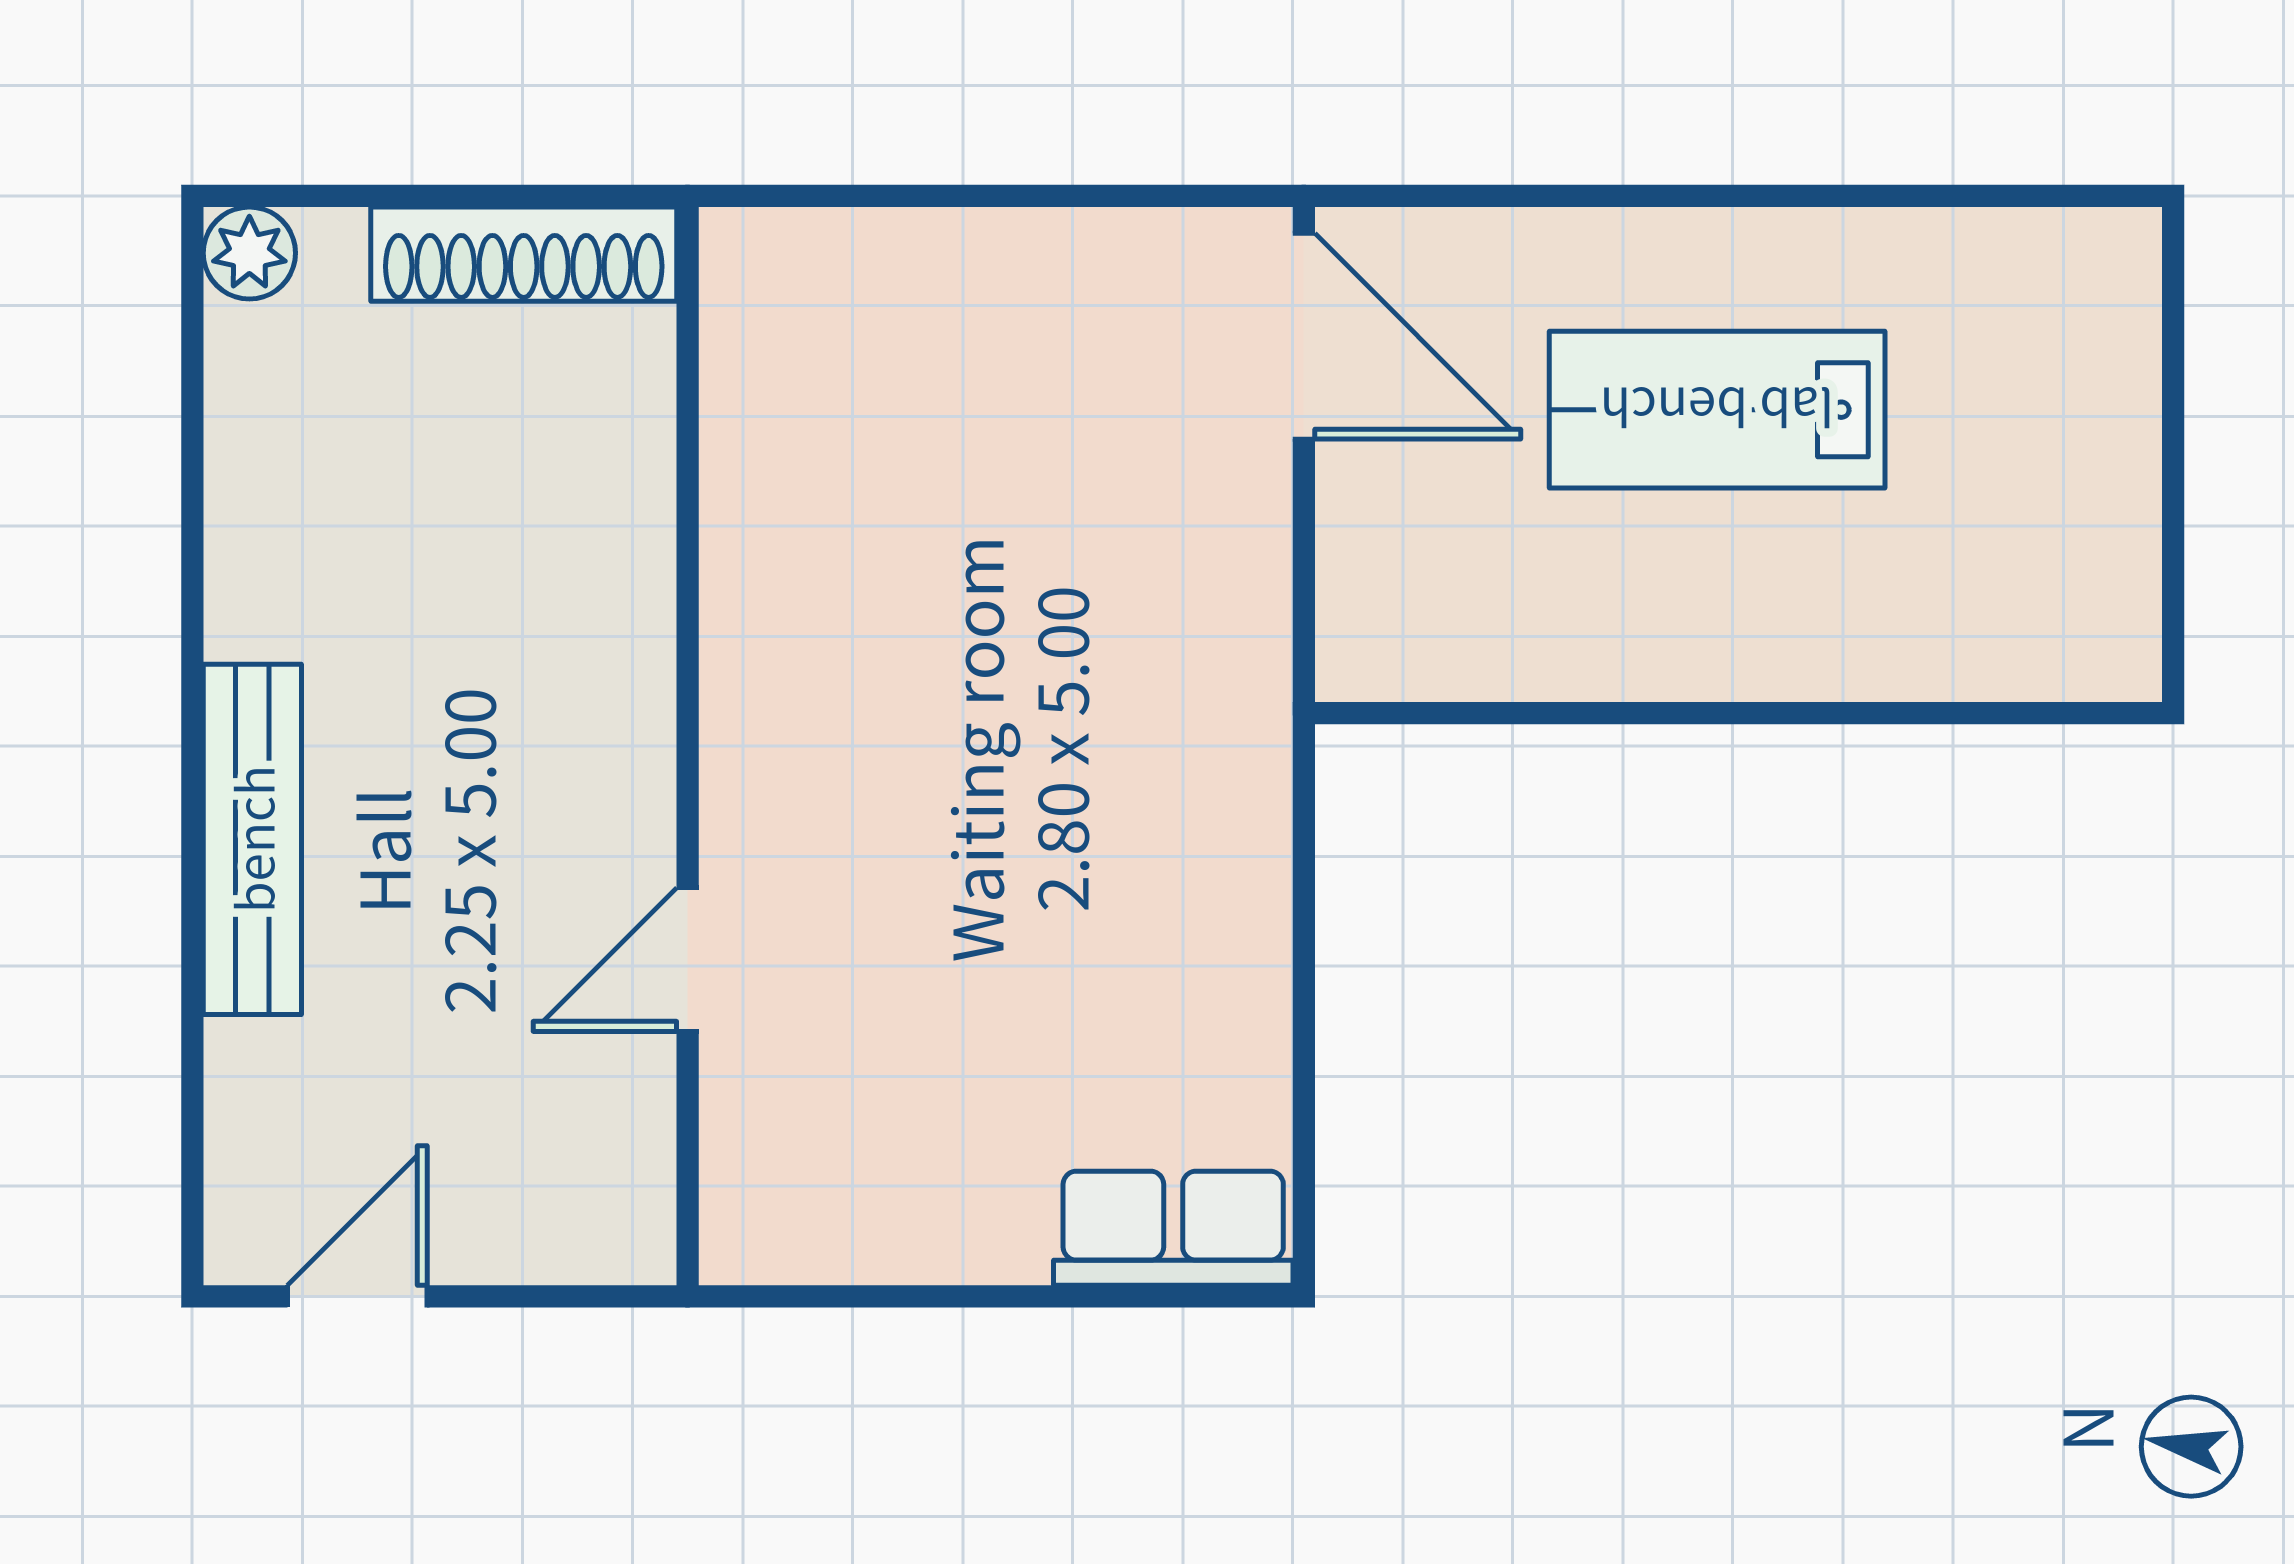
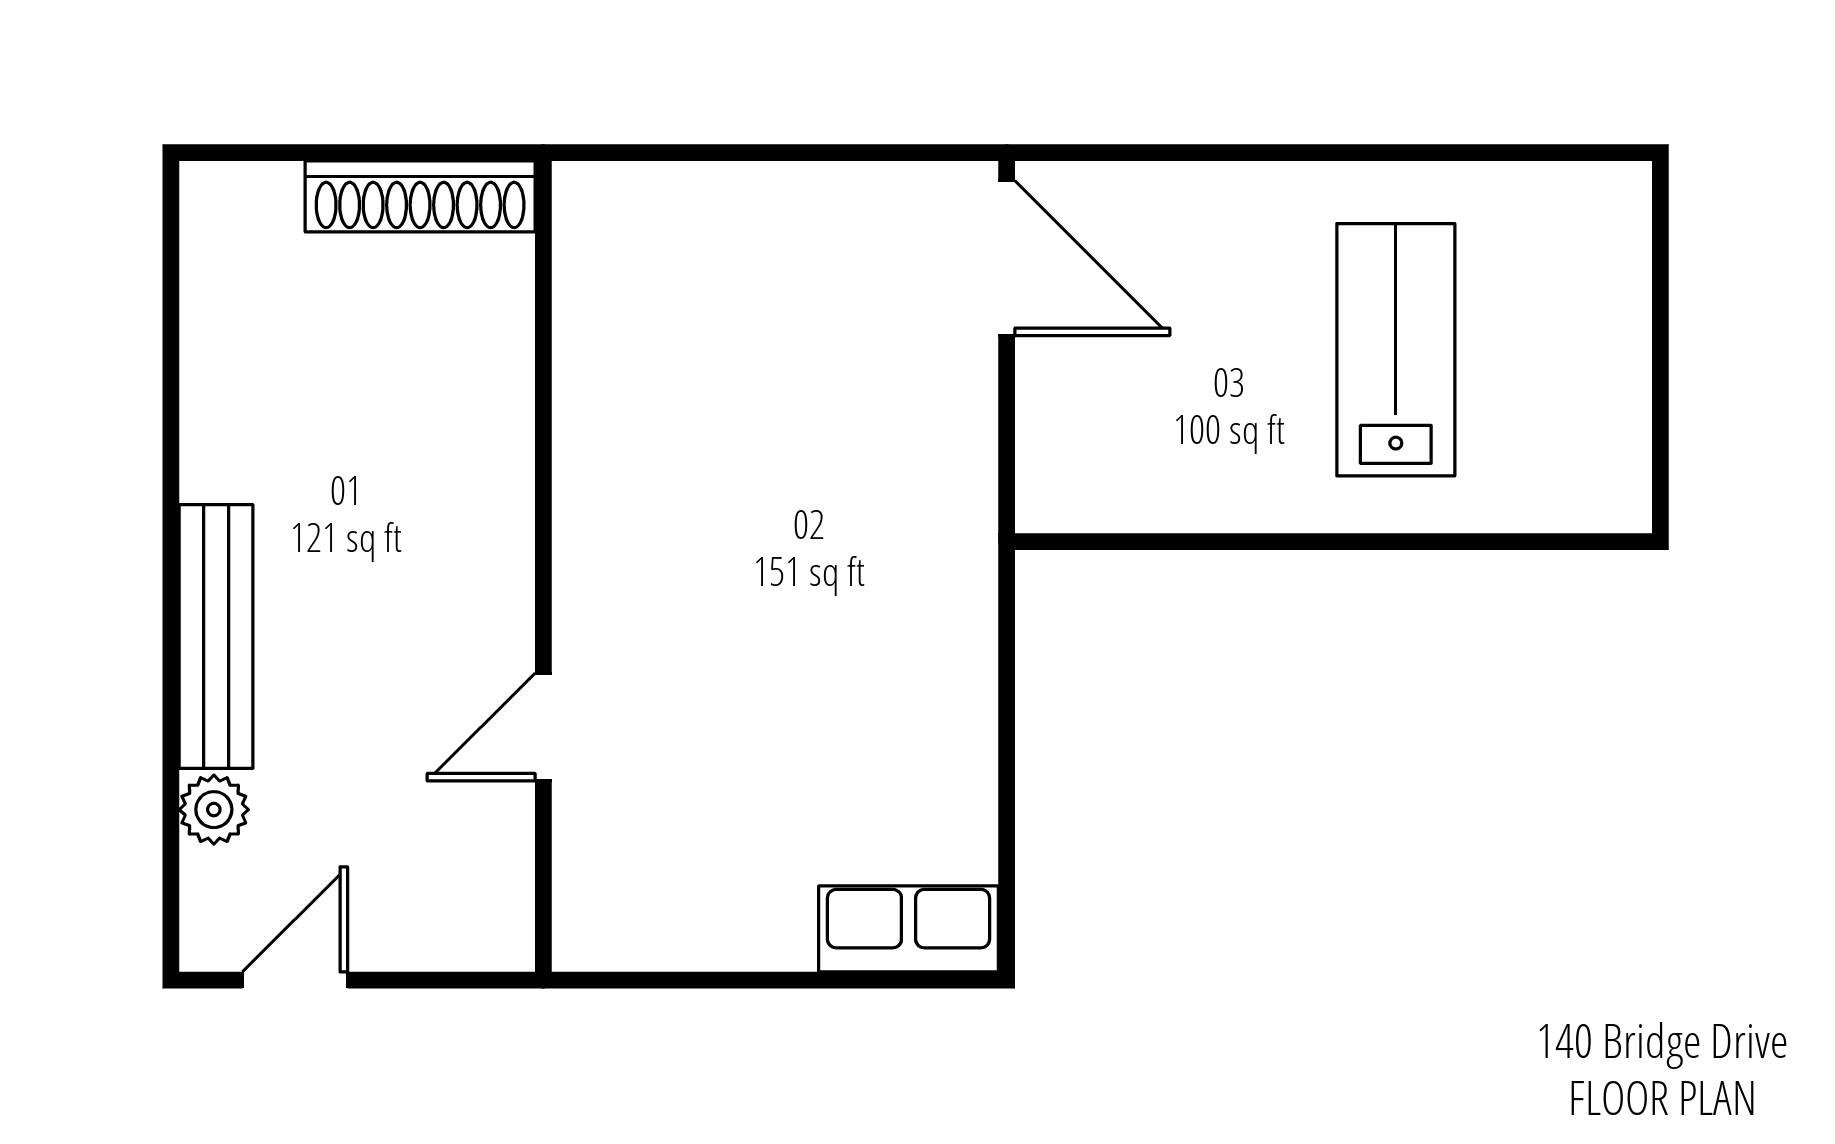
plant: (249, 253) -> (214, 810), moved
lab bench: (1717, 410) -> (1396, 350), moved, turned 90

